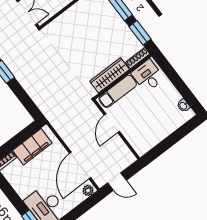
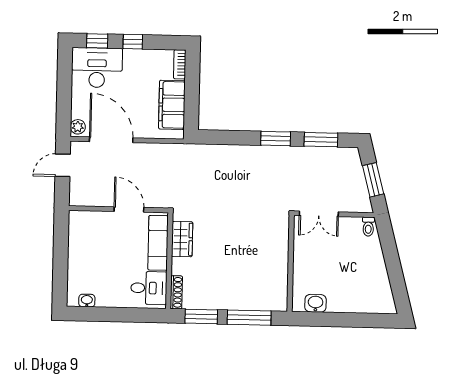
wardrobe: (110, 75) -> (182, 239), width x0.67
window: (14, 198) -> (133, 42), added

